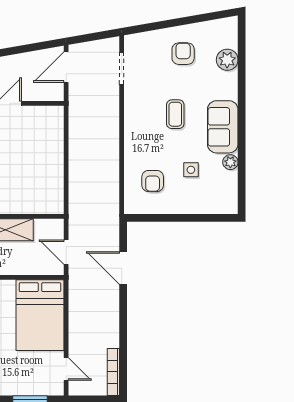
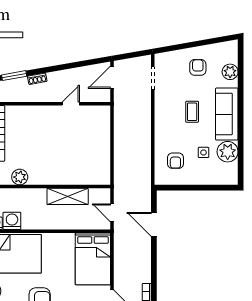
sofa: (223, 127) -> (227, 114), width x1.36
plant: (230, 162) -> (228, 152), width x1.87, depth x1.87

